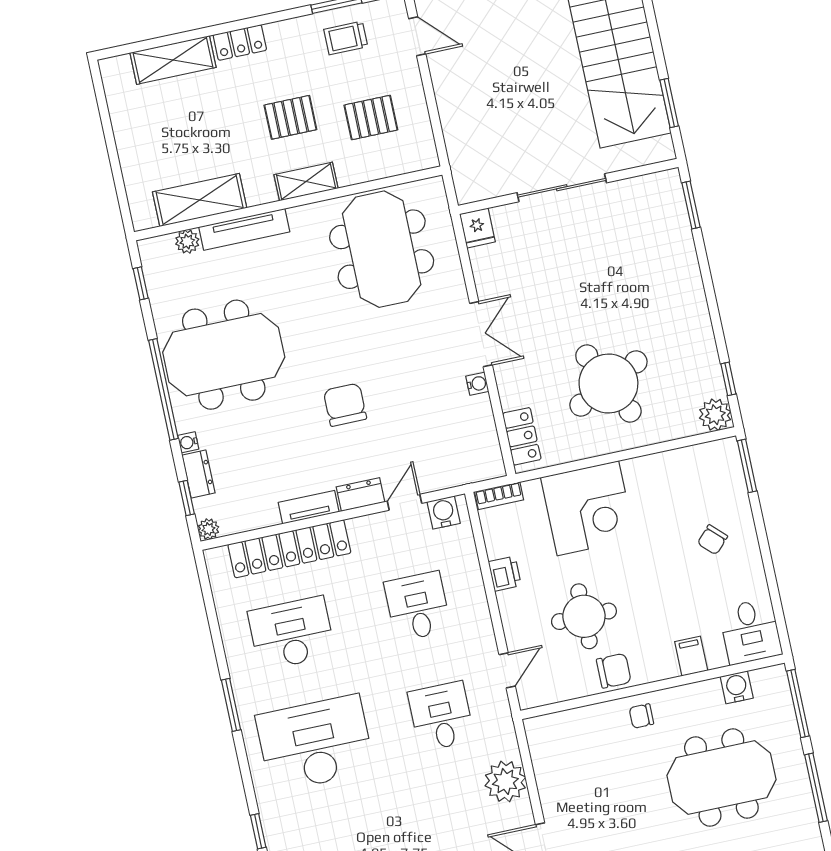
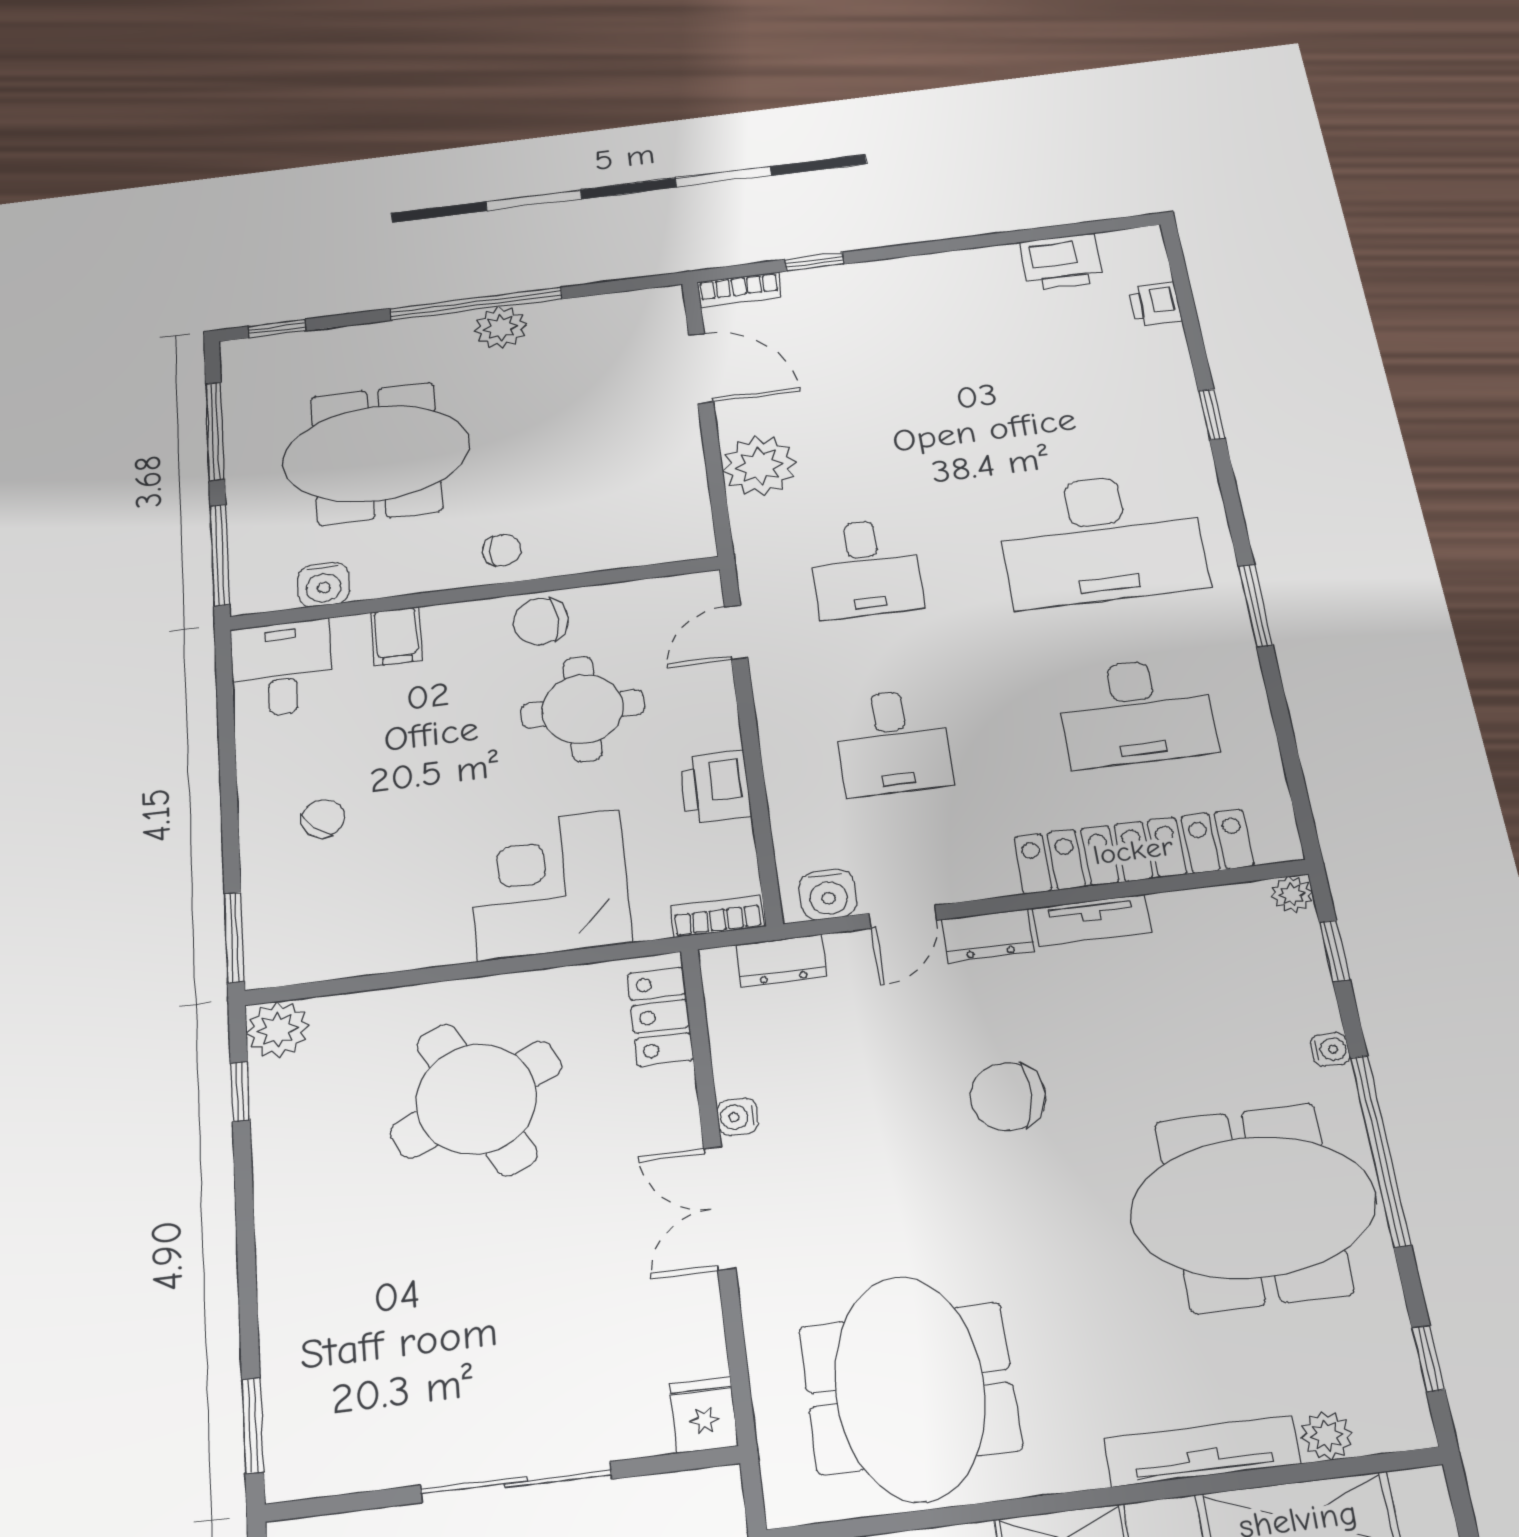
chair: (345, 405) -> (1008, 1097), turned 94
dresser: (199, 474) -> (781, 961), moved, turned -90
printer: (505, 574) -> (715, 787), width x1.36, depth x1.24

